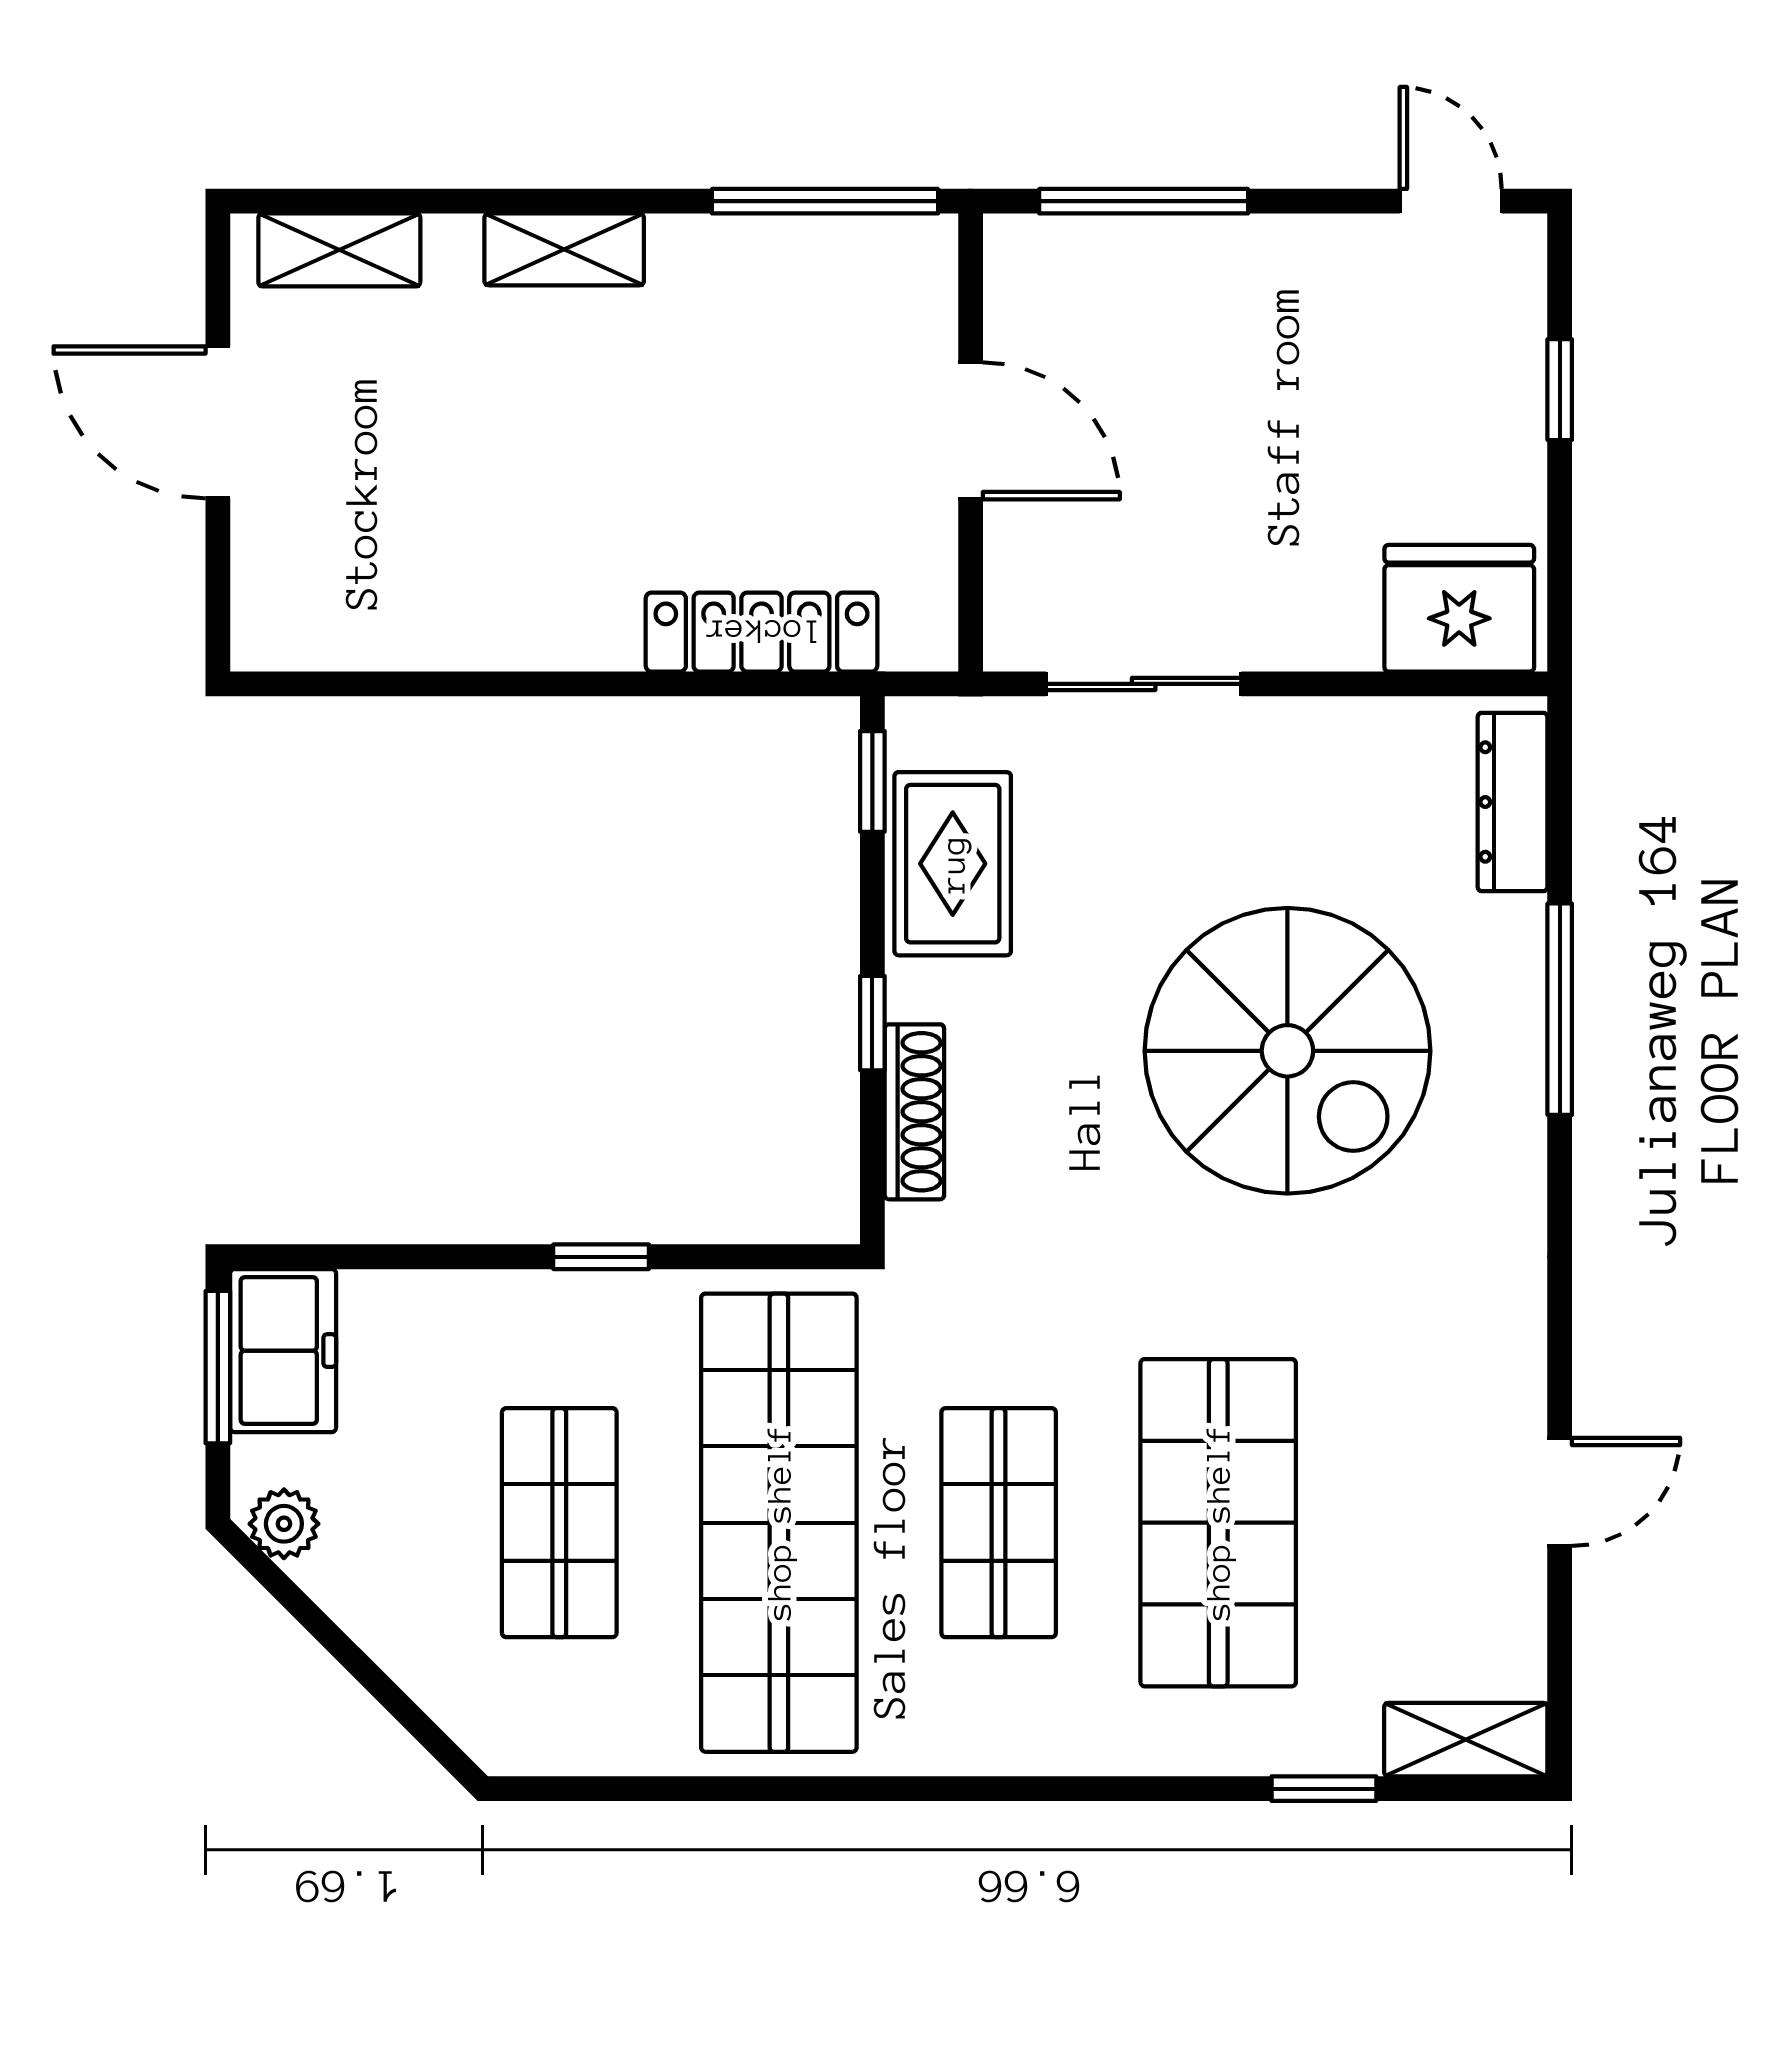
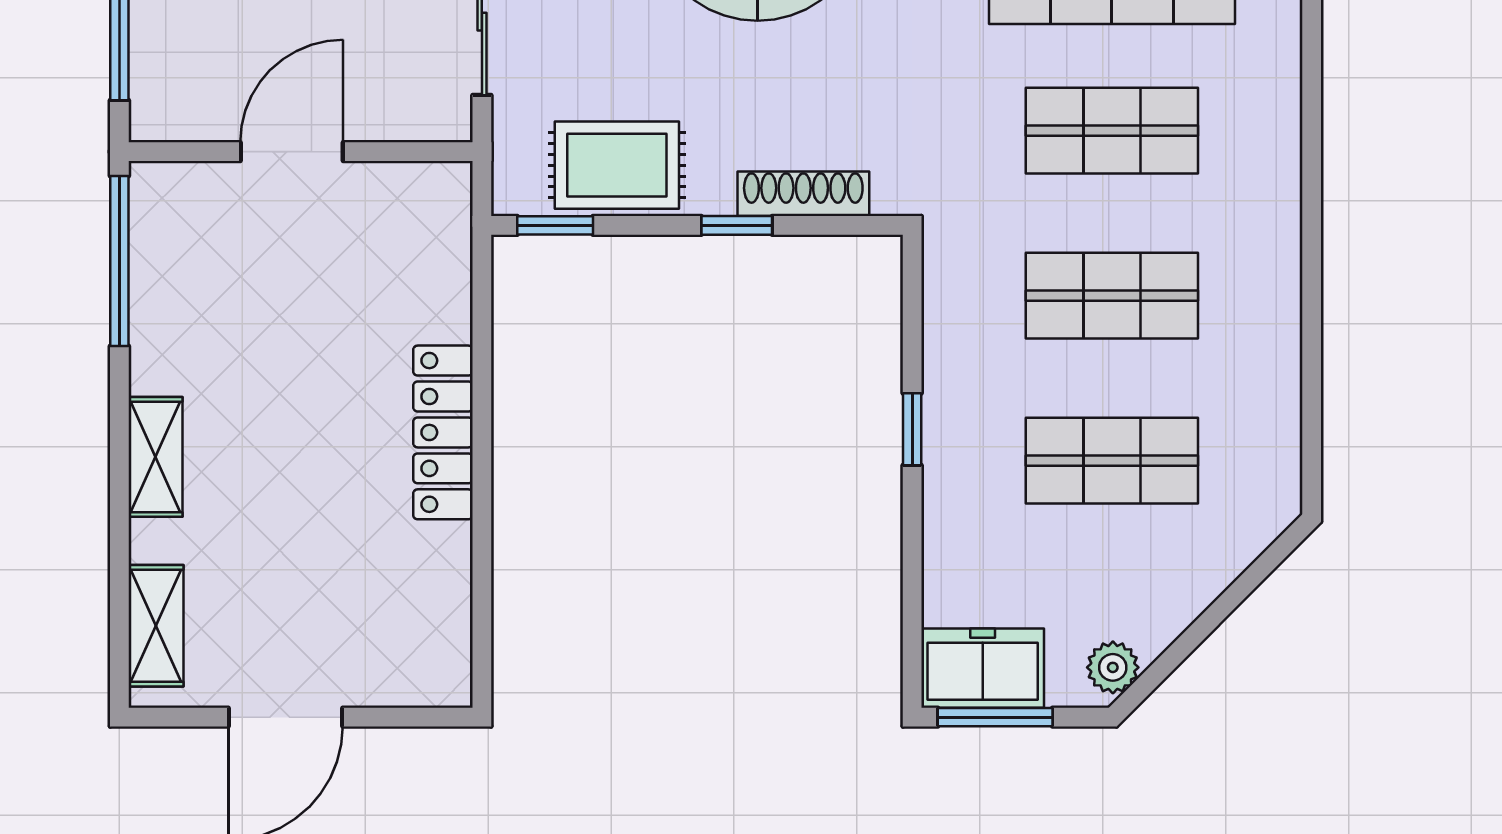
locker: (761, 632) -> (443, 432), moved
shop shelf: (779, 1523) -> (1112, 296), width x0.50, depth x0.74

